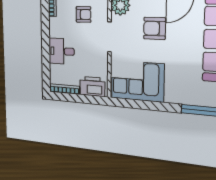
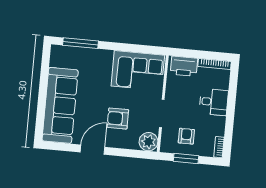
armchair: (84, 14) -> (186, 136), turned 90
armchair: (155, 28) -> (118, 118), turned 180

